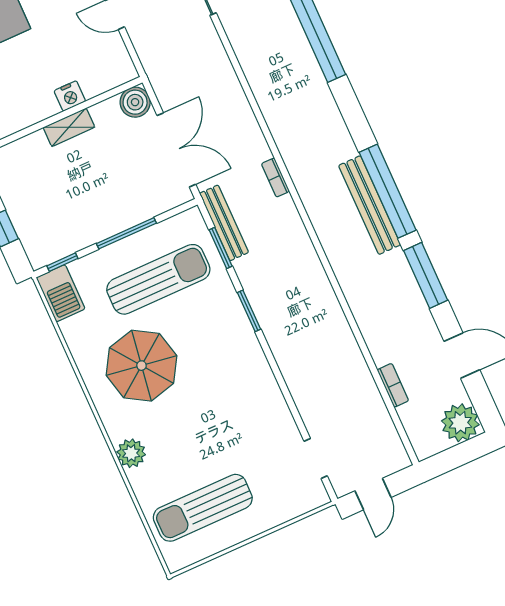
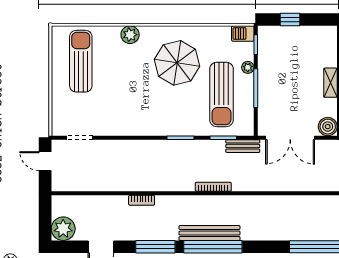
bookcase: (275, 178) -> (213, 187), moved, width x1.56
bench: (224, 223) -> (243, 146), width x0.73
plant: (101, 259) -> (248, 67), added
barbecue: (61, 293) -> (243, 34), width x0.73, depth x0.79
bookcase: (393, 385) -> (142, 200), moved

